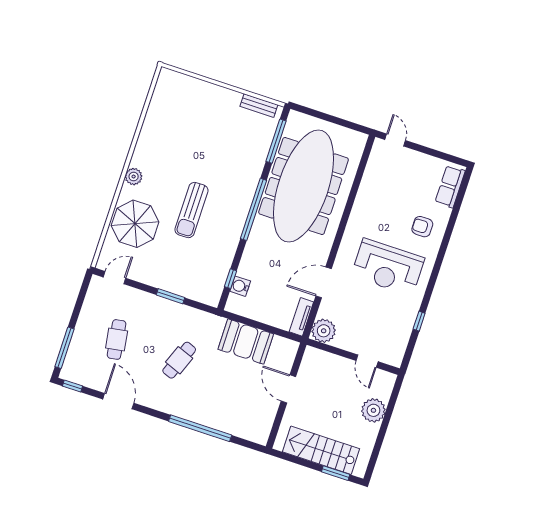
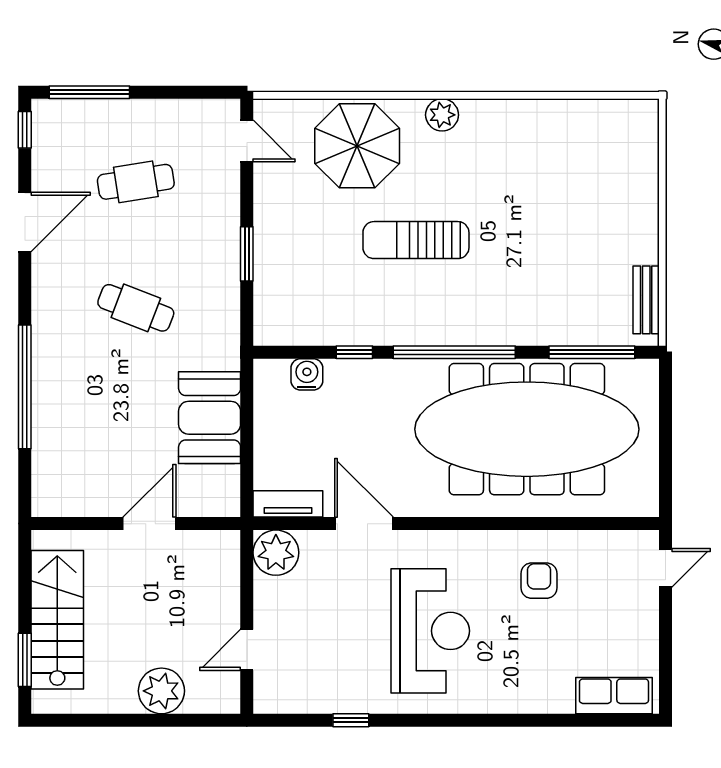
armchair: (422, 227) -> (539, 581), moved
reception desk: (388, 267) -> (430, 631), turned 180
window: (231, 279) -> (354, 352), moved

